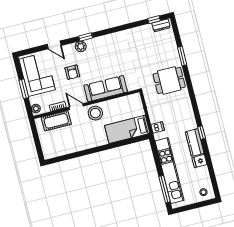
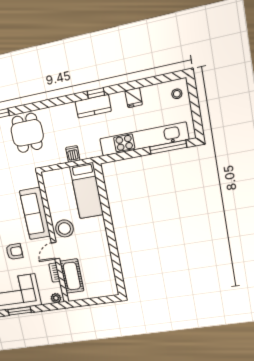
window: (24, 89) -> (20, 311), moved
dishwasher: (158, 127) -> (73, 154), moved
kitchen counter: (195, 143) -> (93, 106), moved

